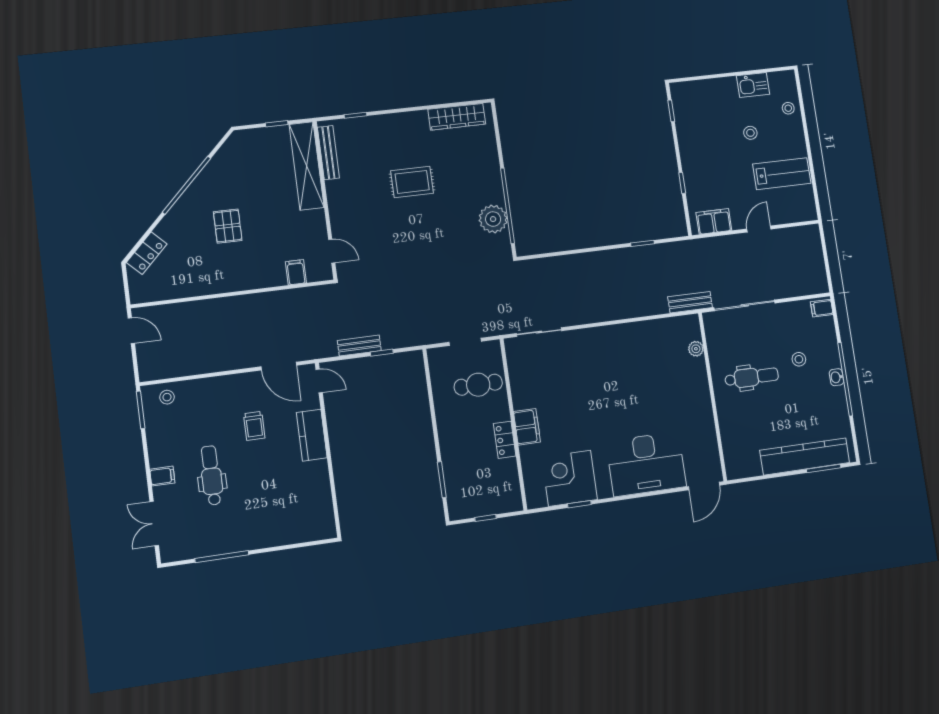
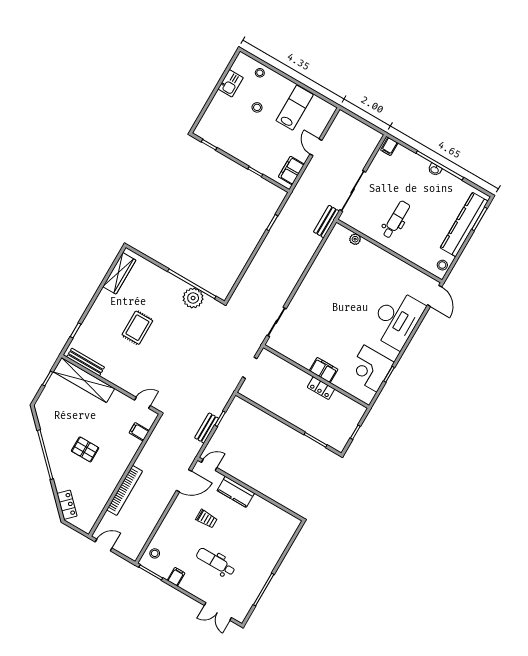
bookcase: (215, 307) -> (125, 490), added
stool: (799, 359) -> (442, 265), moved
cafe table: (478, 385) -> (279, 379), removed
filing cabinet: (162, 476) -> (176, 577), moved

